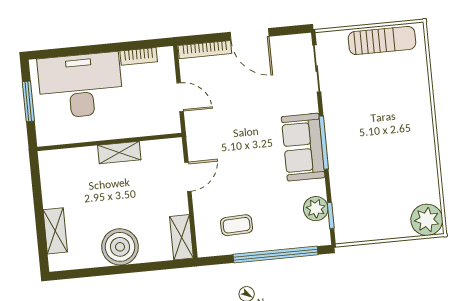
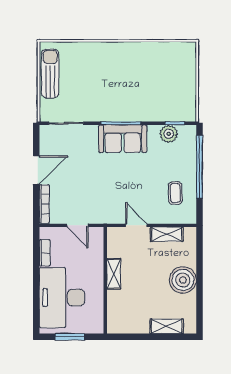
door: (180, 97) -> (77, 225), swing flipped
plant: (427, 220) -> (185, 53), removed
shelving: (182, 237) -> (167, 234), moved

